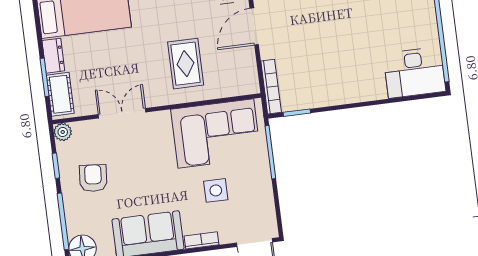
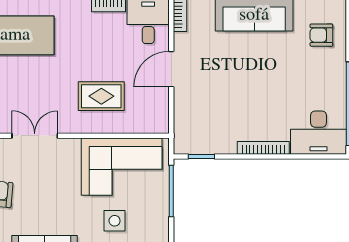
rug: (186, 64) -> (101, 96), turned 90
bookcase: (271, 87) -> (263, 148), moved, turned -90

